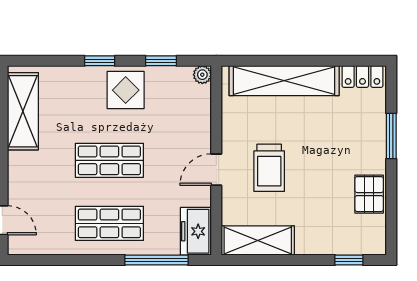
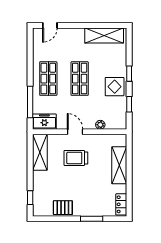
plant: (202, 75) -> (100, 125), moved
shelving: (284, 81) -> (119, 165), width x0.68

